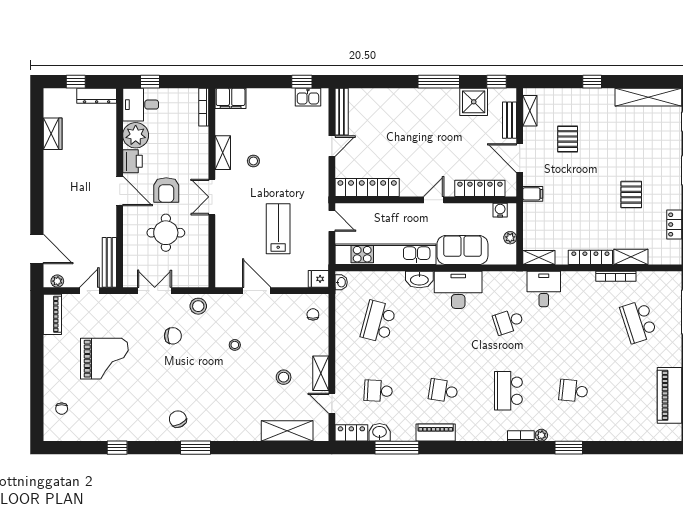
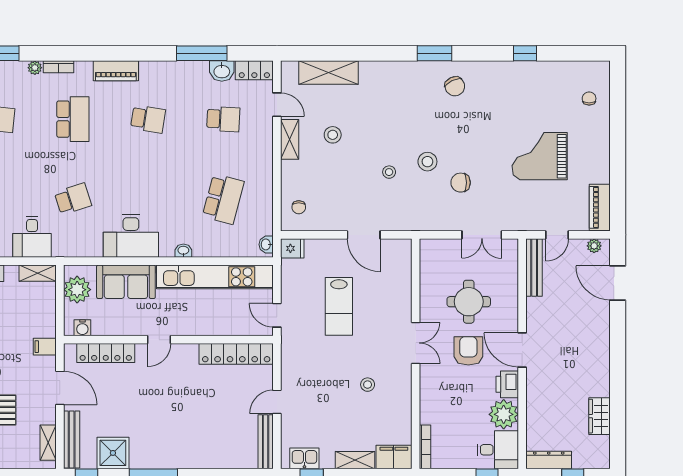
bench: (510, 120) -> (72, 440), width x1.36
shelving: (223, 153) -> (355, 460), moved, turned 90
plant: (510, 238) -> (77, 290), width x1.88, depth x1.88
washbasin: (419, 279) -> (183, 251), width x0.52, depth x0.69
stool: (198, 306) -> (427, 162), moved
piano: (436, 433) -> (116, 71), moved

